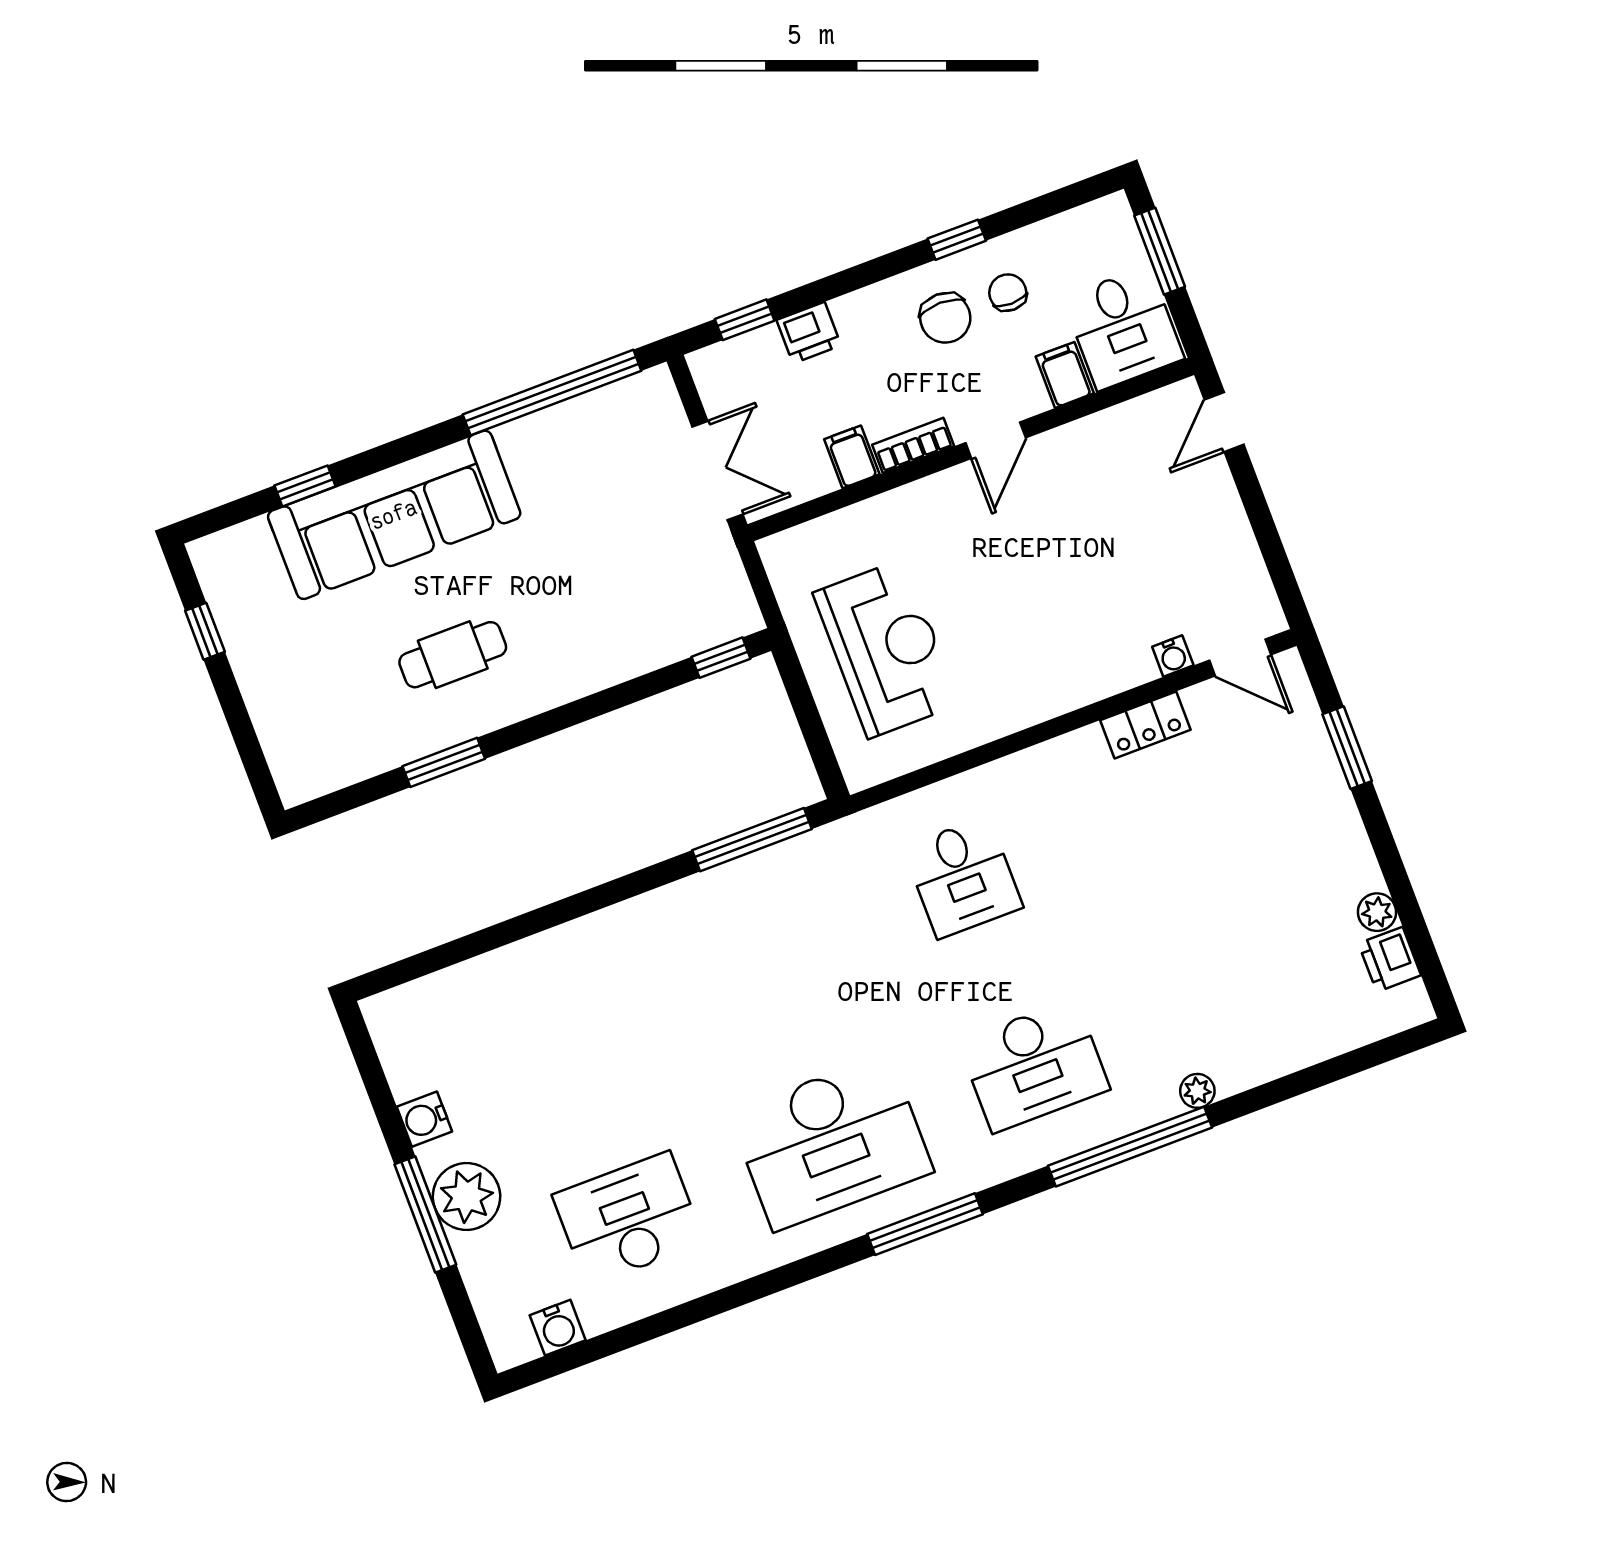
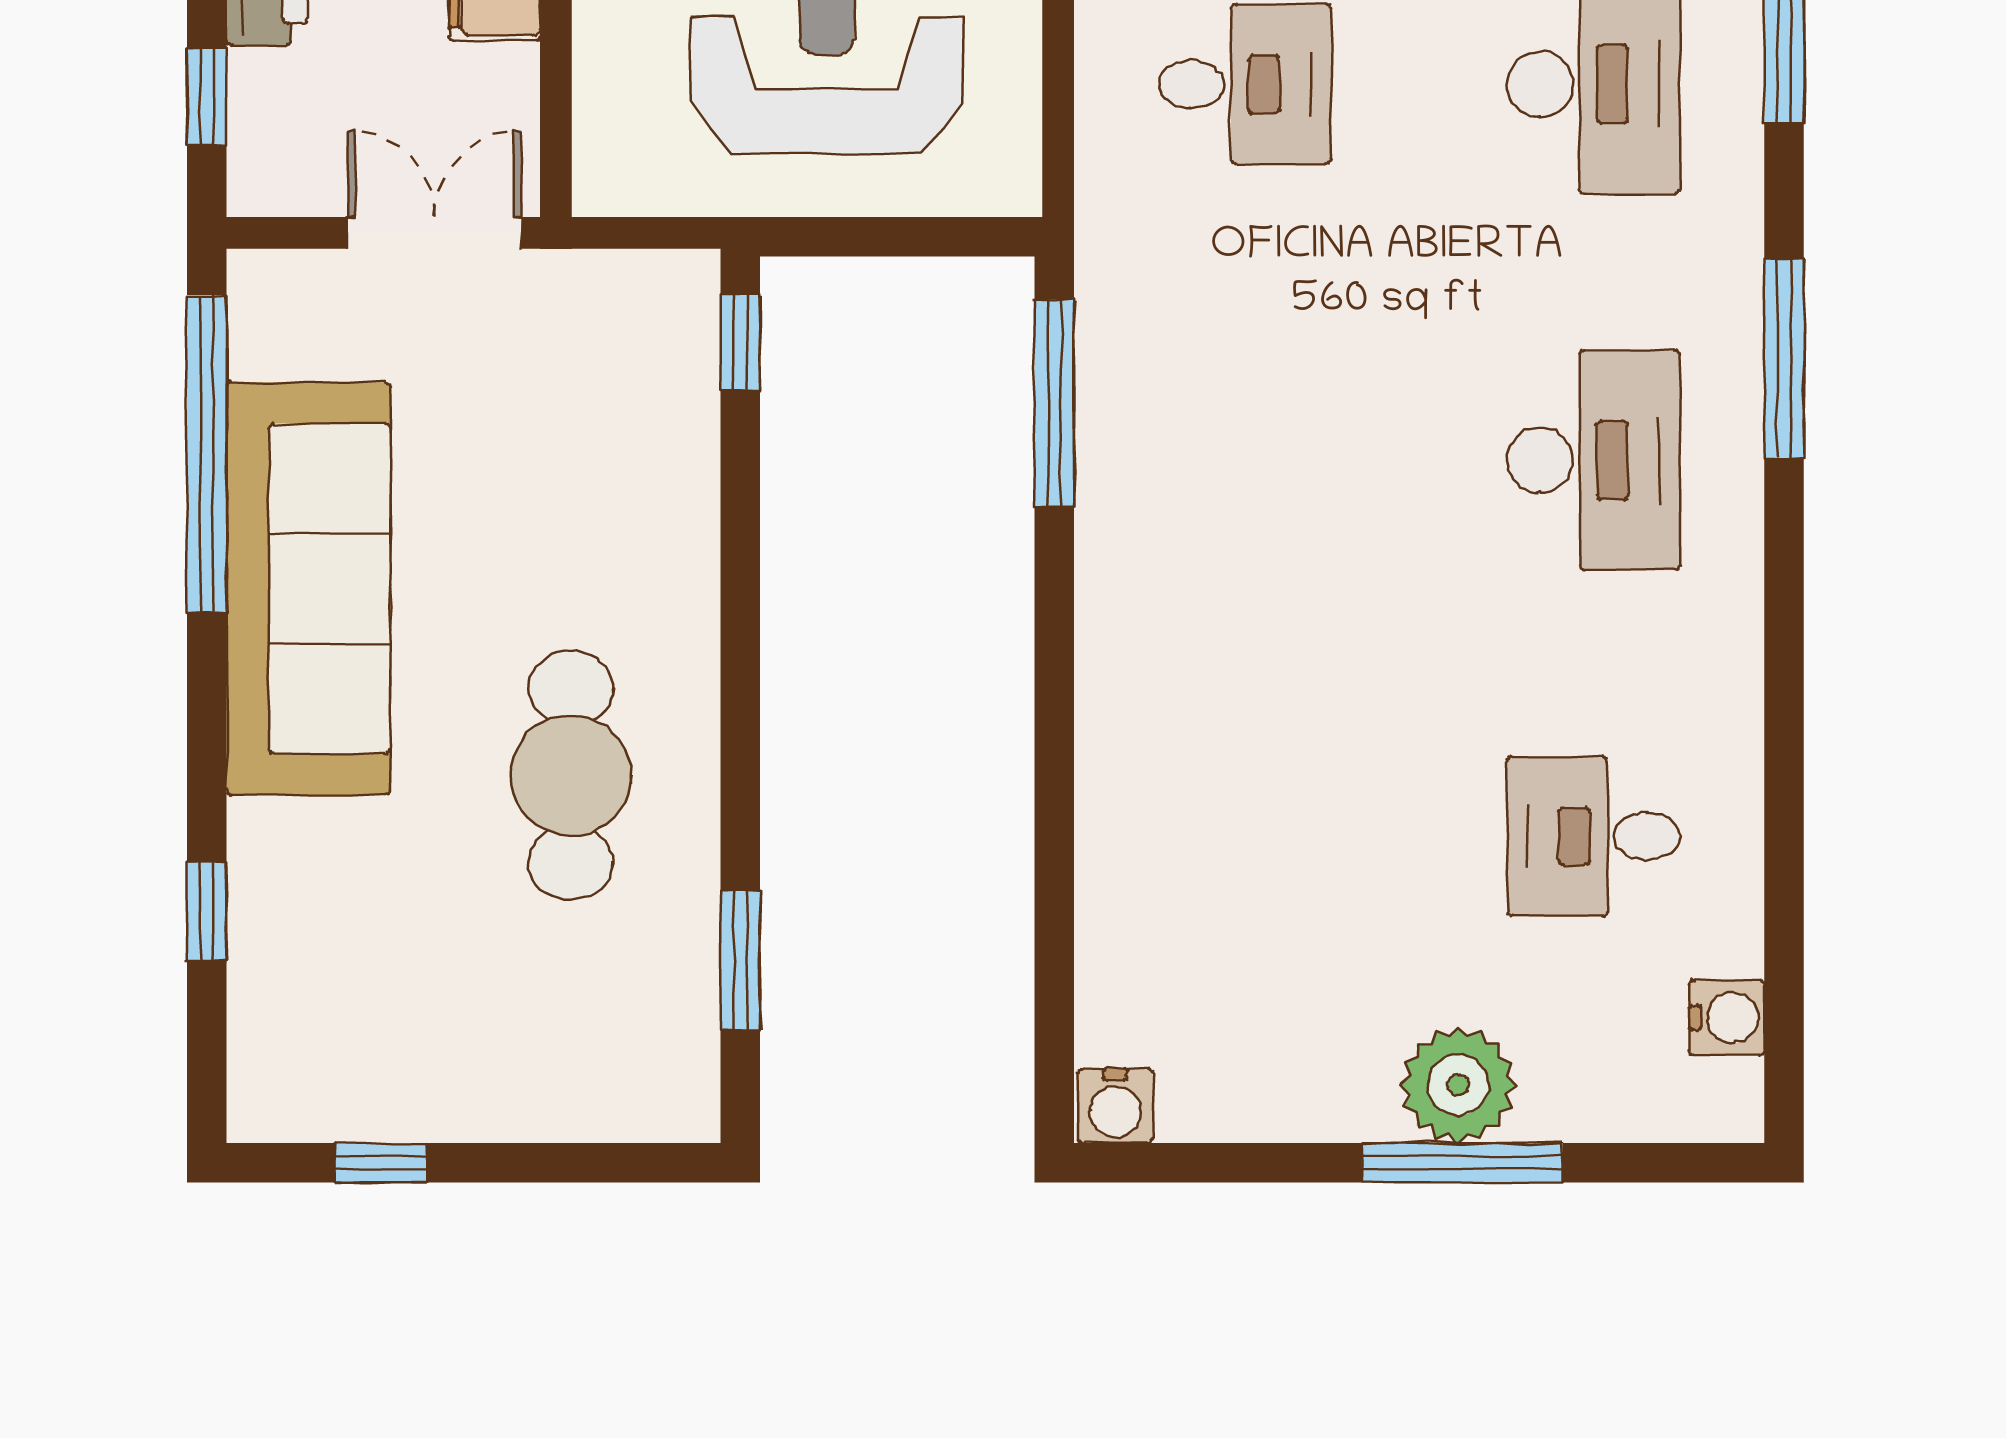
sofa: (394, 515) -> (308, 589), moved
cafe table: (453, 655) -> (571, 775), width x1.37, depth x1.35
window: (444, 762) -> (740, 960), moved
water cooler: (424, 1119) -> (1115, 1106), moved
desk: (831, 1142) -> (1593, 460), width x0.73, depth x0.77
desk: (628, 1219) -> (1593, 836), width x0.73

